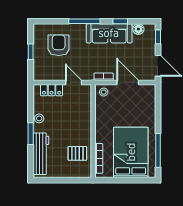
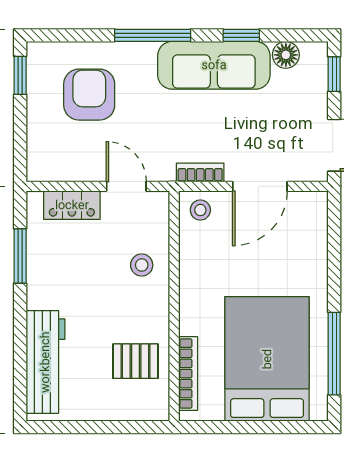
window: (31, 52) -> (20, 75), moved
door: (128, 82) -> (260, 186), swing flipped
stool: (39, 118) -> (142, 265), moved
window: (31, 134) -> (20, 256), moved

